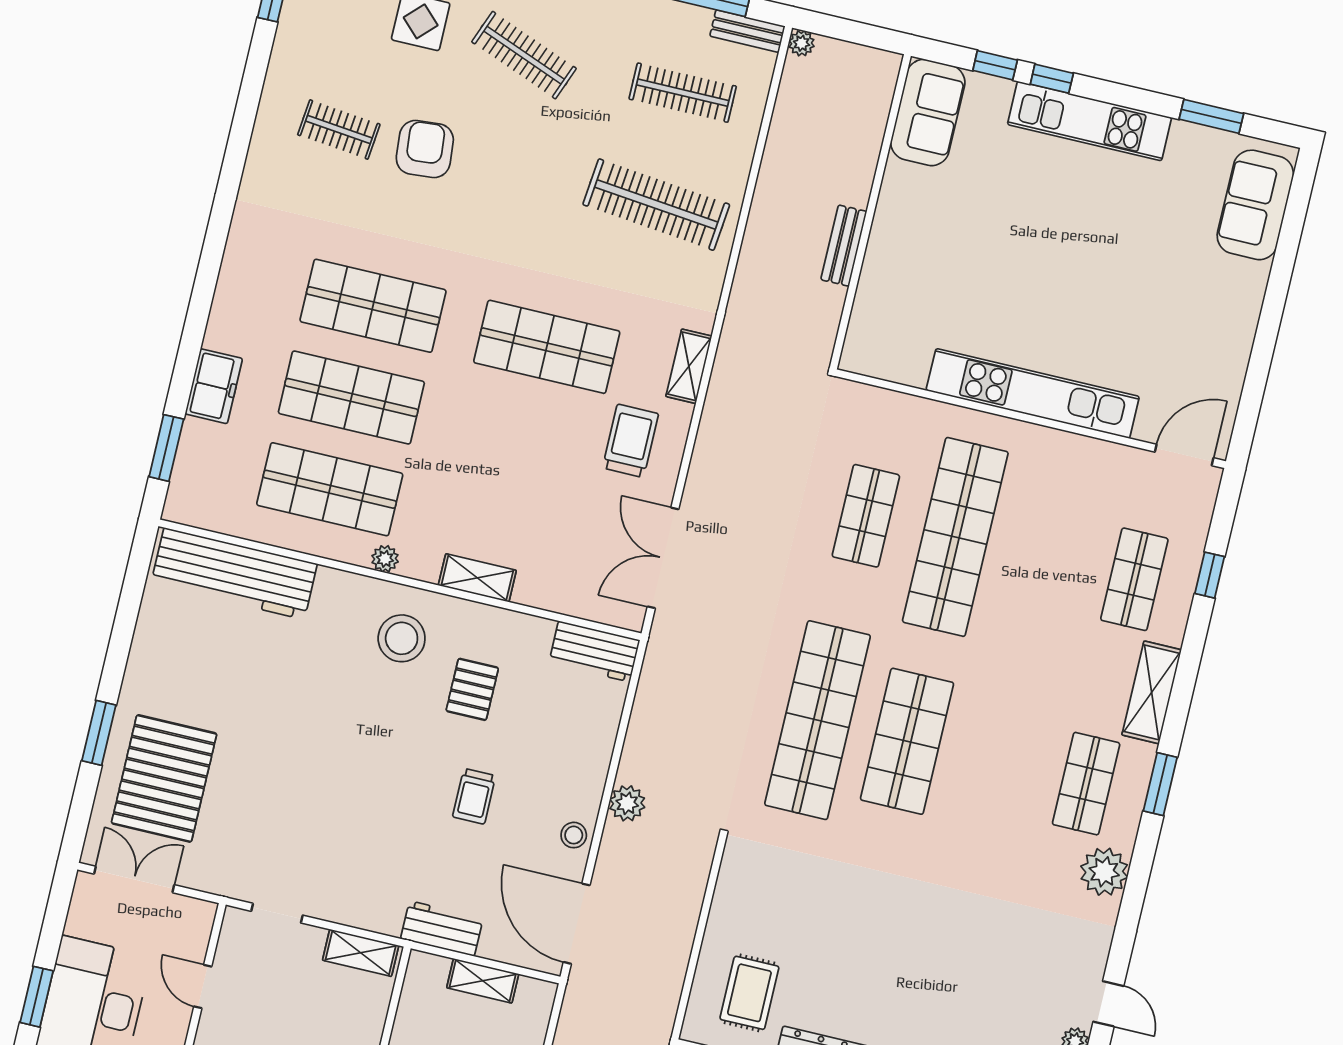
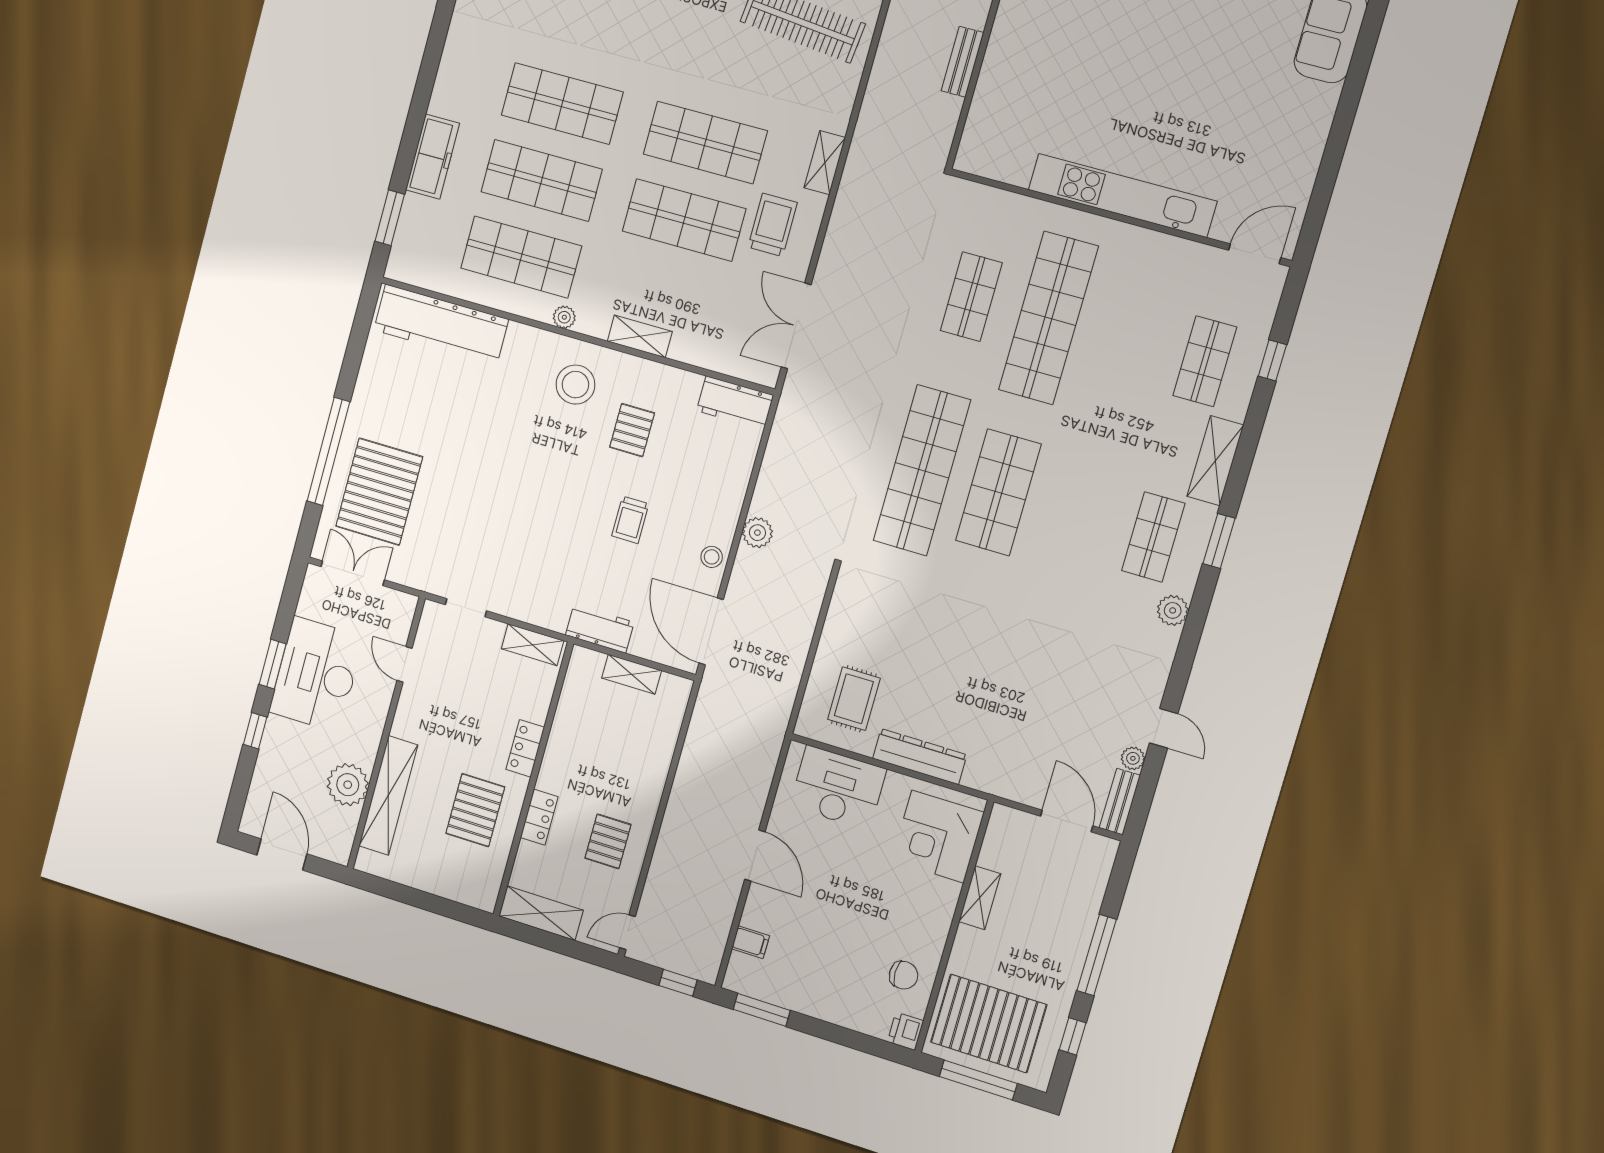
freezer: (214, 386) -> (433, 157), width x1.40
shop shelf: (525, 439) -> (684, 220), added
window: (99, 733) -> (328, 451), width x2.11
plant: (1104, 872) -> (1173, 610), width x0.73, depth x0.73

